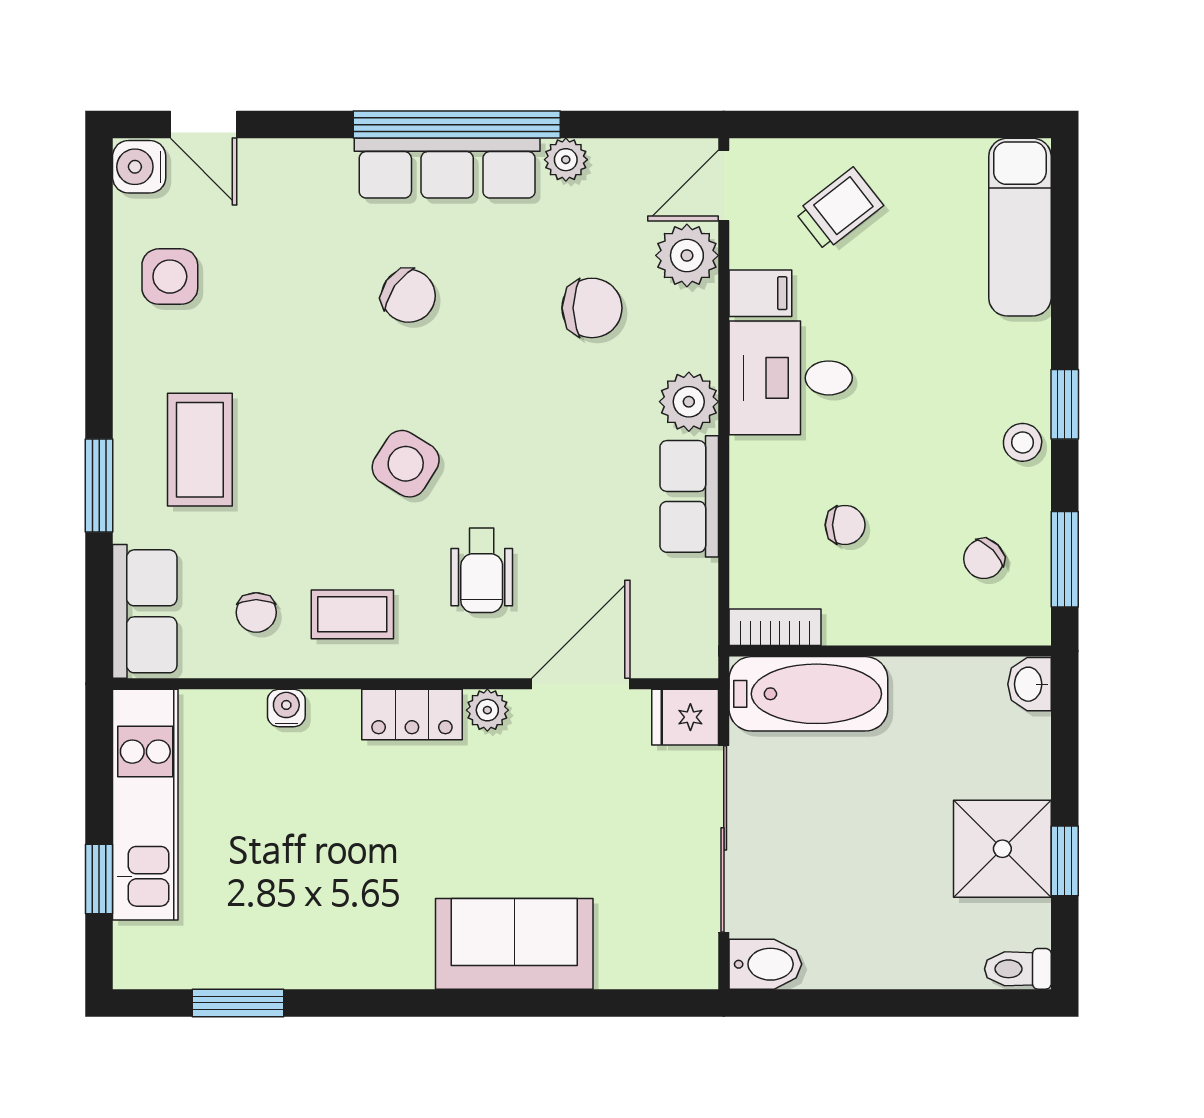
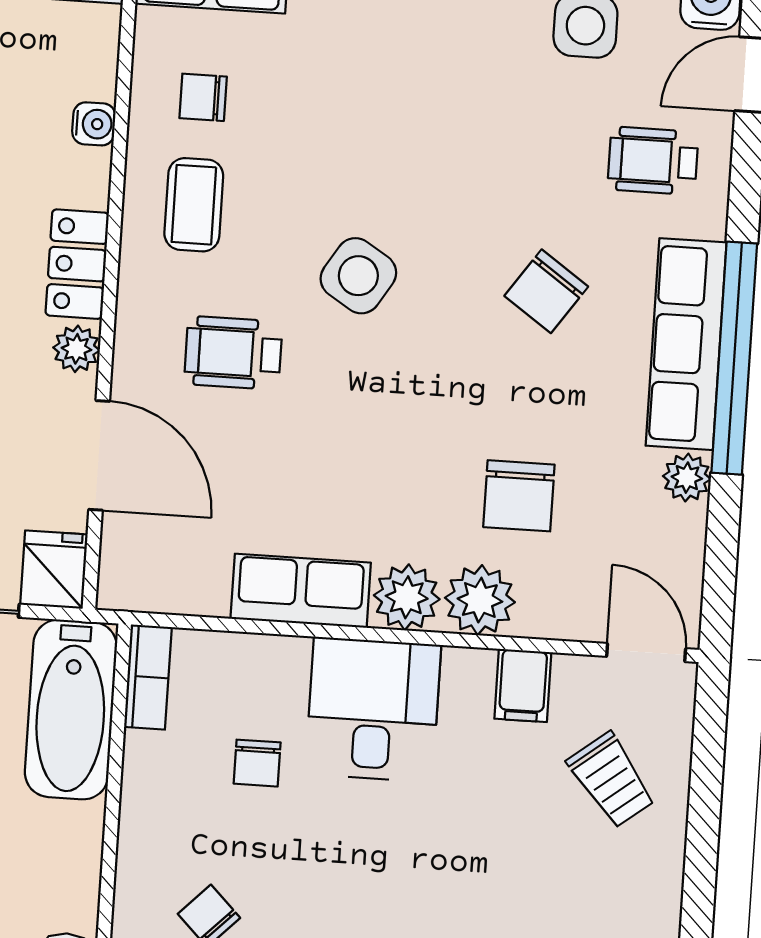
wheelchair: (286, 209) -> (653, 161), added
plant: (687, 255) -> (480, 600), moved
desk: (791, 378) -> (373, 710), moved
coffee table: (200, 450) -> (389, 46), removed

